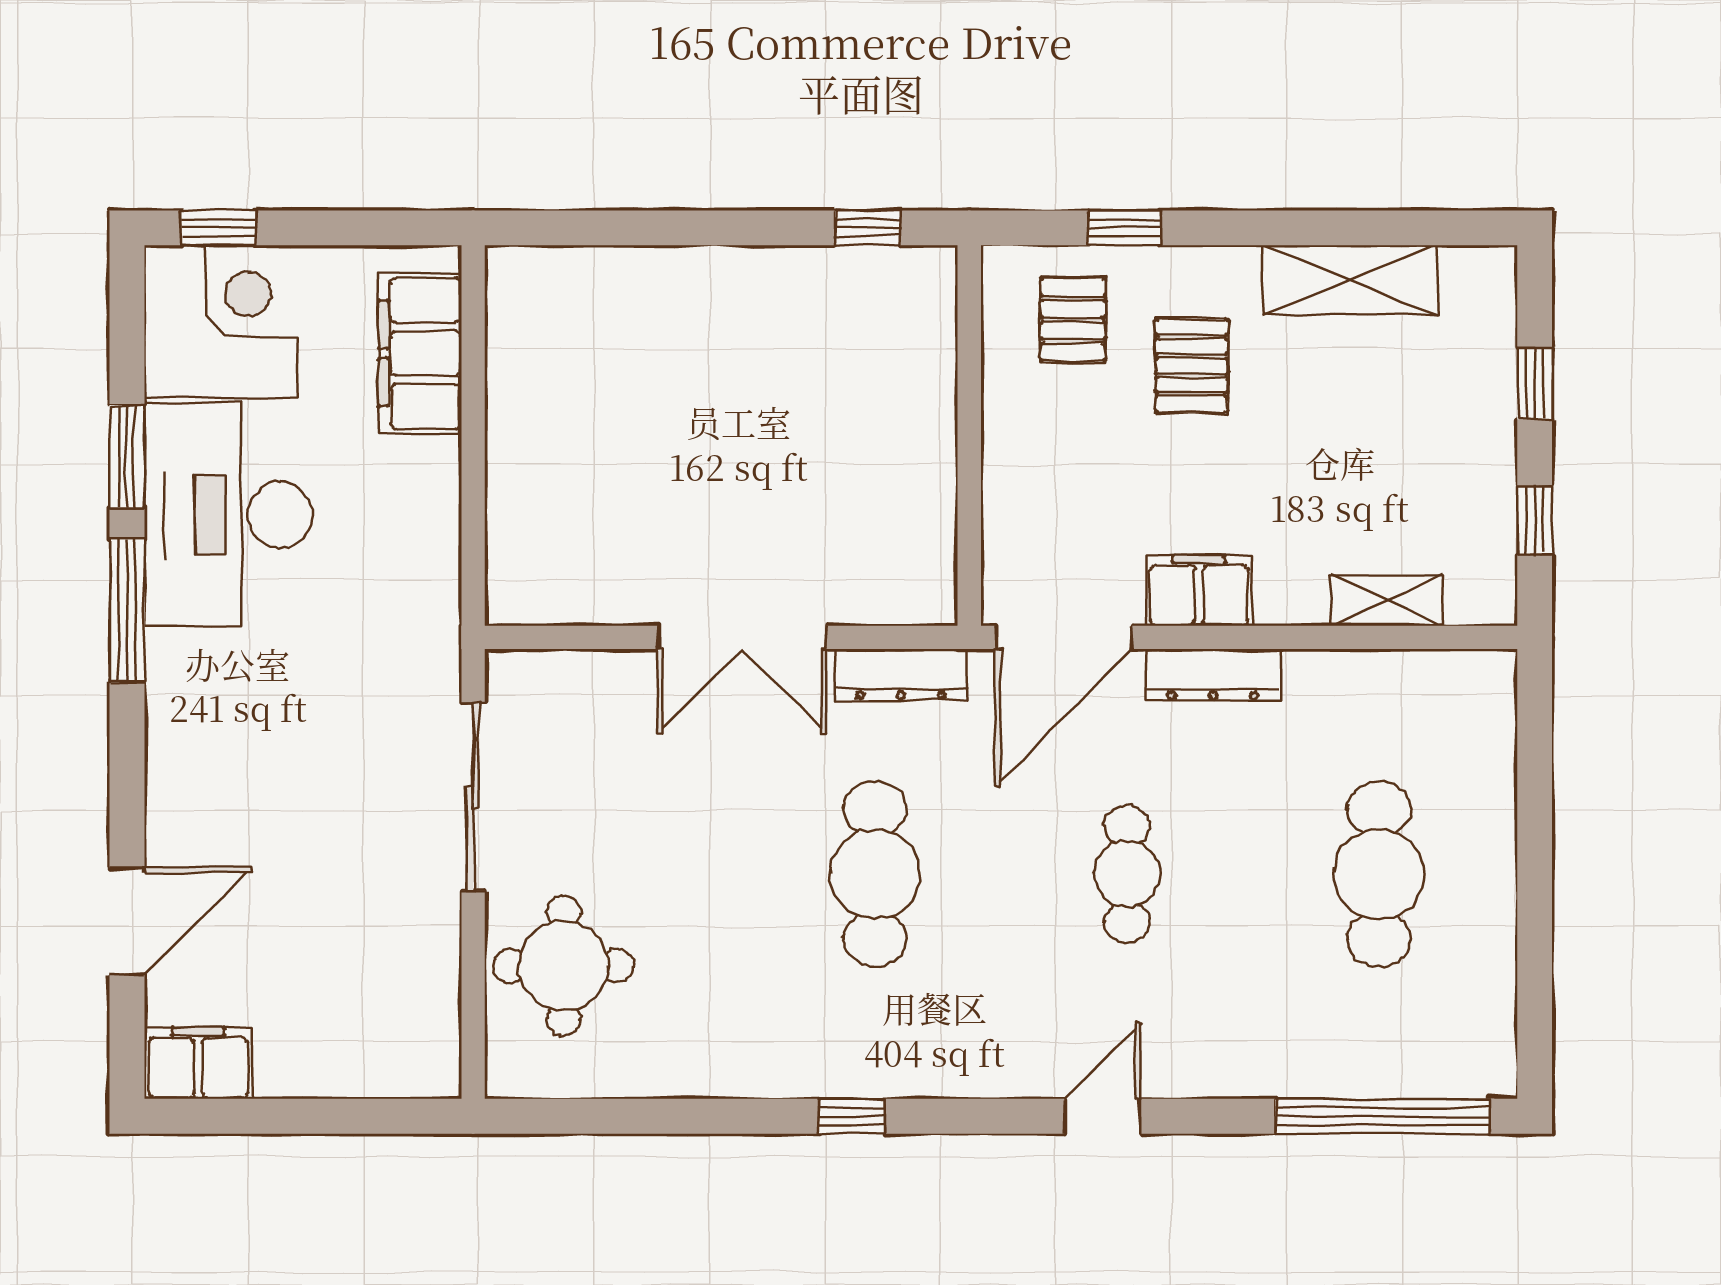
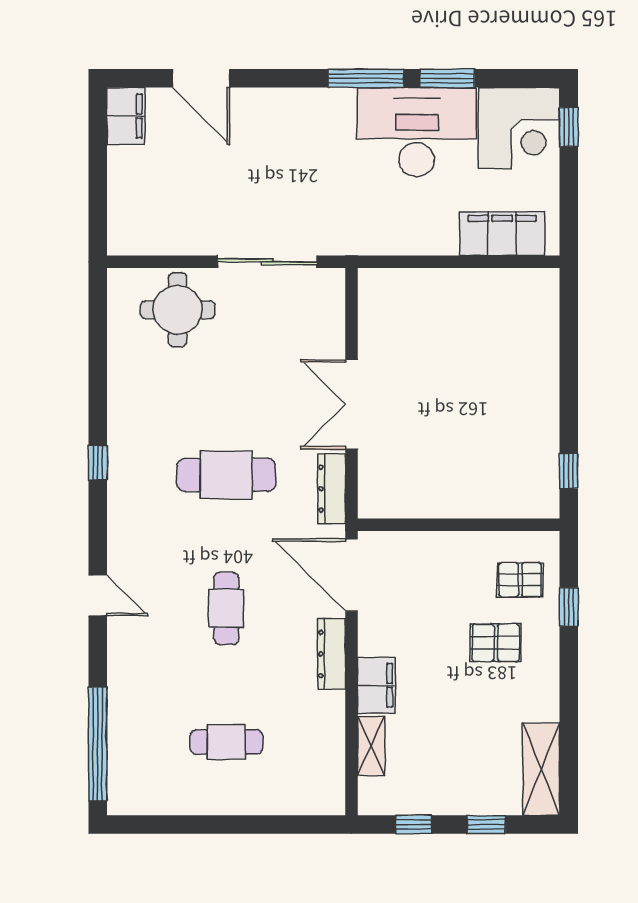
shelving: (1350, 280) -> (541, 769), moved
filing cabinet: (1199, 590) -> (376, 685), moved
cafe table: (1127, 874) -> (226, 608), turned 90
cafe table: (1379, 874) -> (226, 742), width x0.73, depth x0.74

